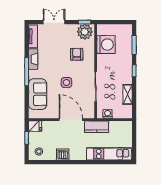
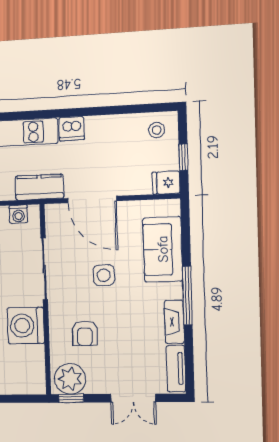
washing machine: (106, 45) -> (26, 326), moved
dishwasher: (63, 154) -> (72, 129), moved

